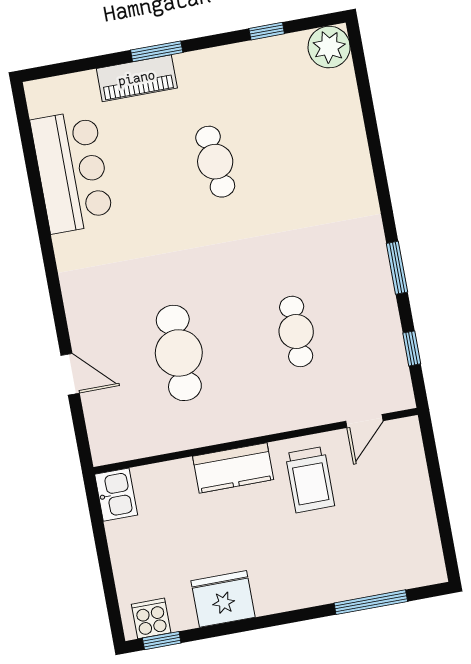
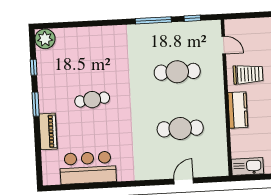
window: (157, 51) -> (36, 104), moved
window: (397, 268) -> (153, 20), width x1.44
cafe table: (296, 331) -> (177, 72), width x1.37, depth x1.35
kitchen sink: (116, 495) -> (247, 167), width x1.38

